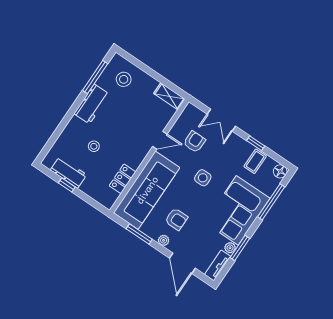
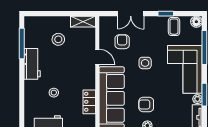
stool: (124, 79) -> (58, 39), moved
door: (160, 140) -> (97, 57), hinge flipped
armchair: (176, 219) -> (146, 105), turned 180

